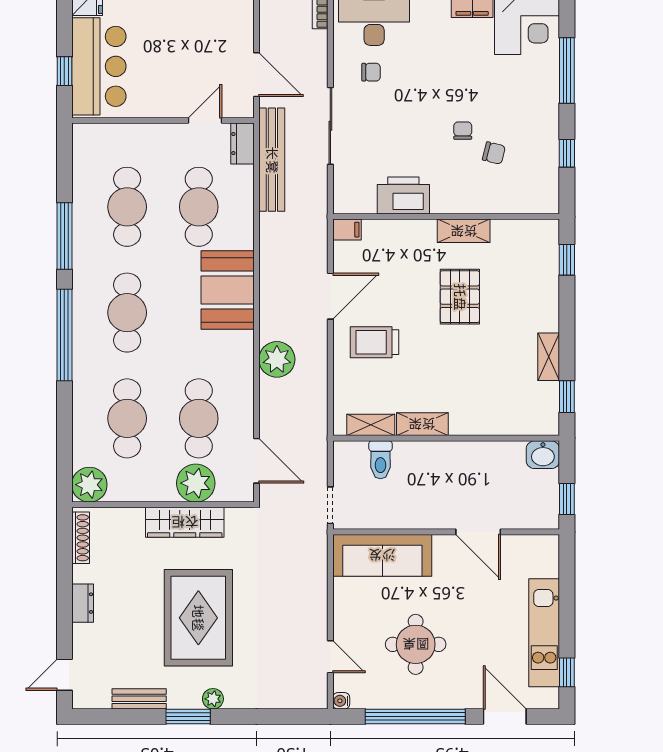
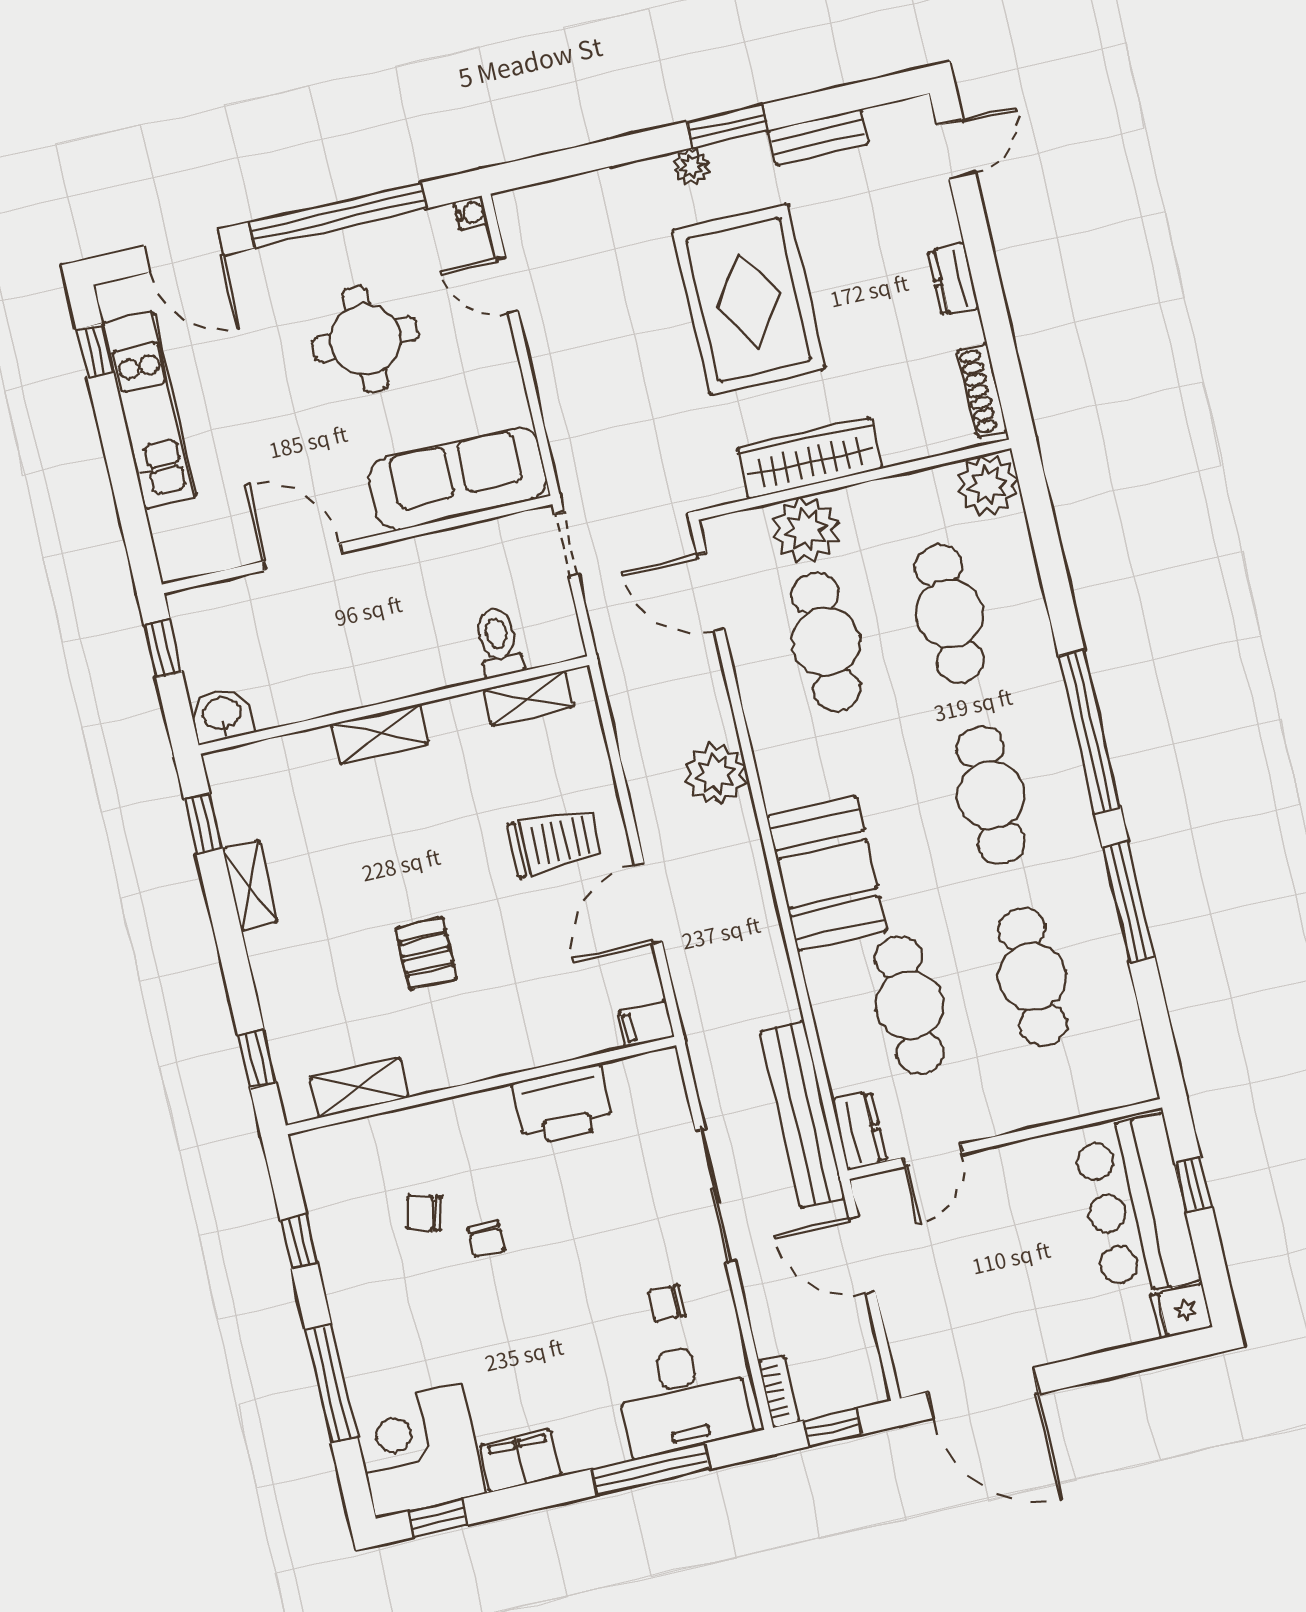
shelving: (464, 231) -> (359, 1088), moved
pallet: (460, 297) -> (426, 953), width x0.67, depth x0.71
shelving: (422, 424) -> (380, 734), moved

